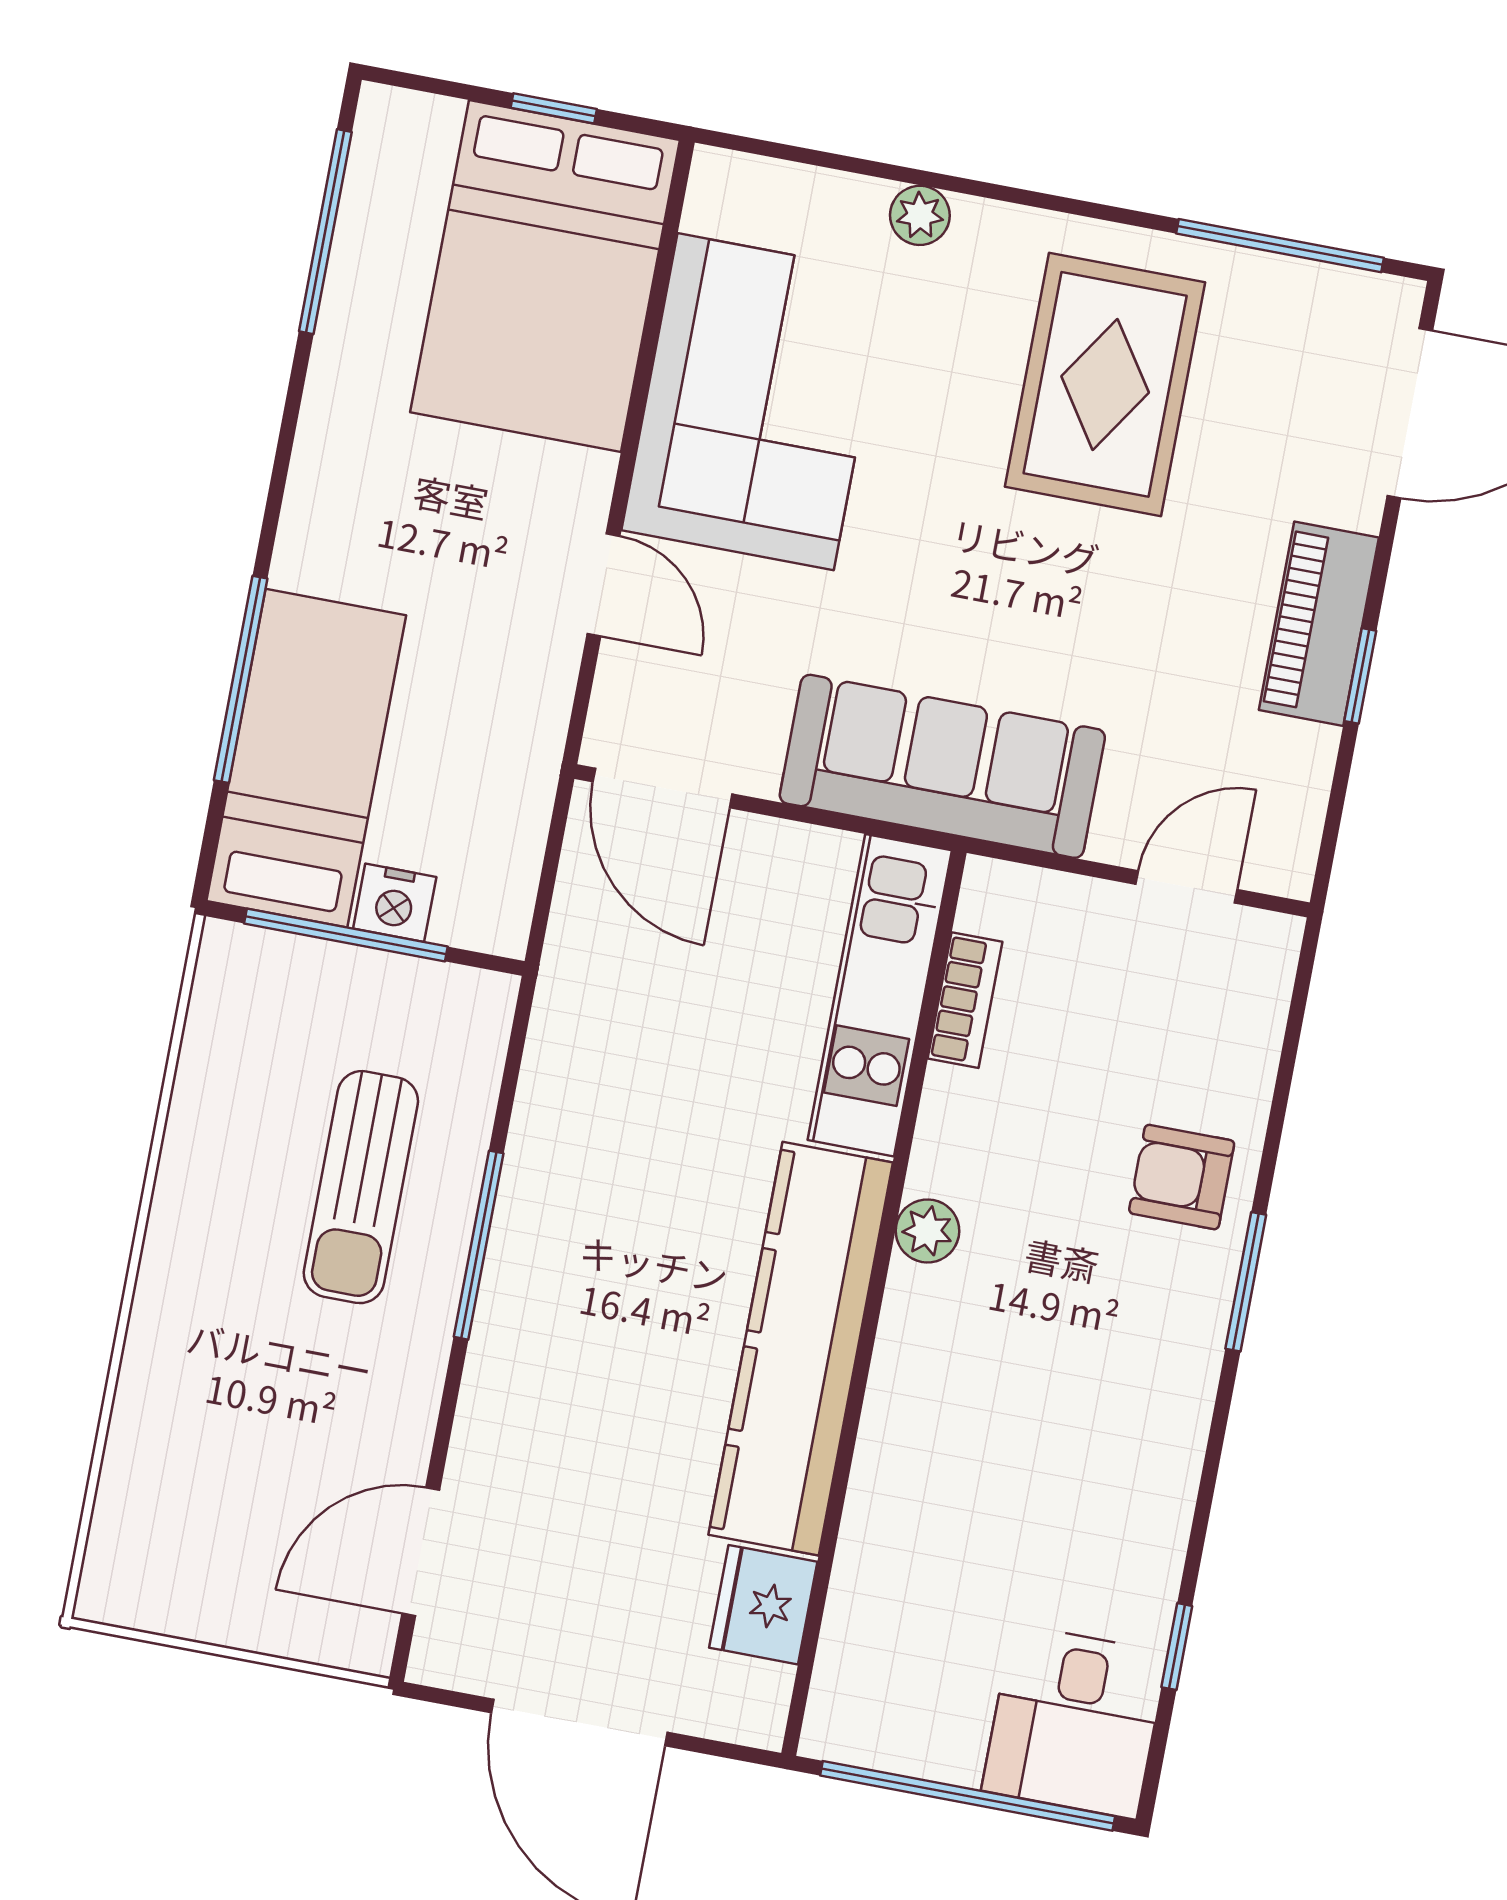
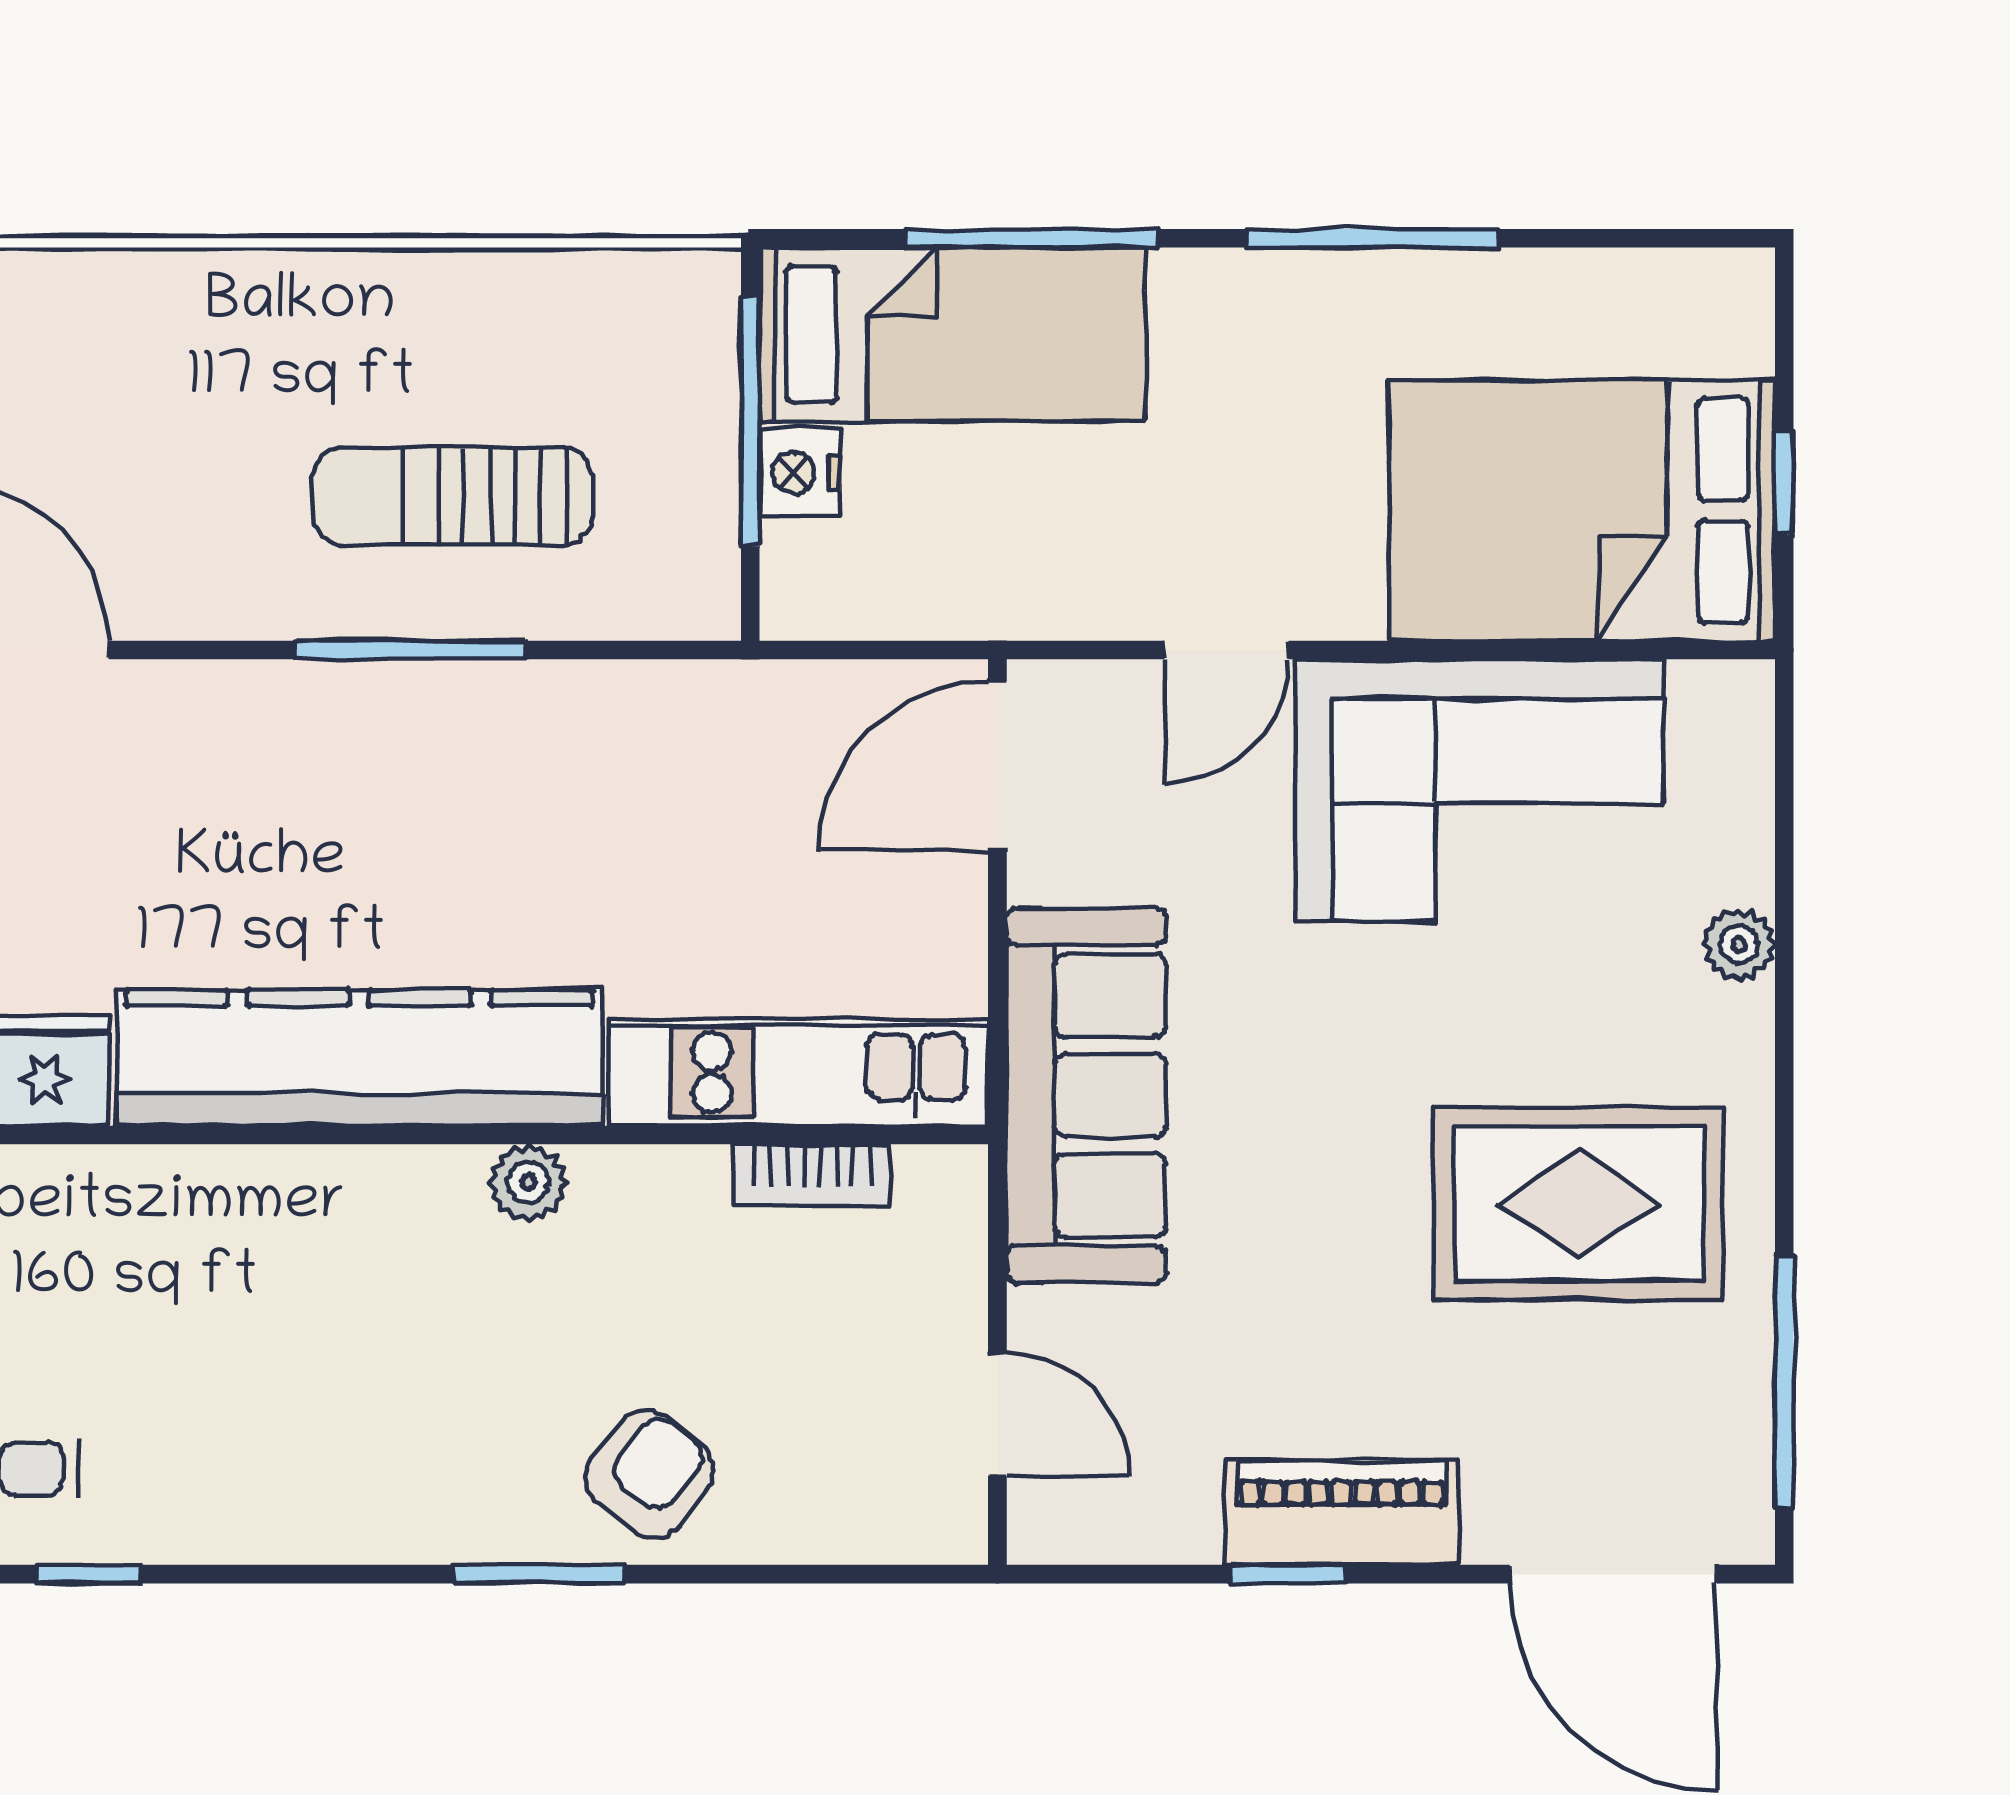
window: (325, 232) -> (1373, 238), moved
armchair: (1182, 1177) -> (650, 1474), turned 38

